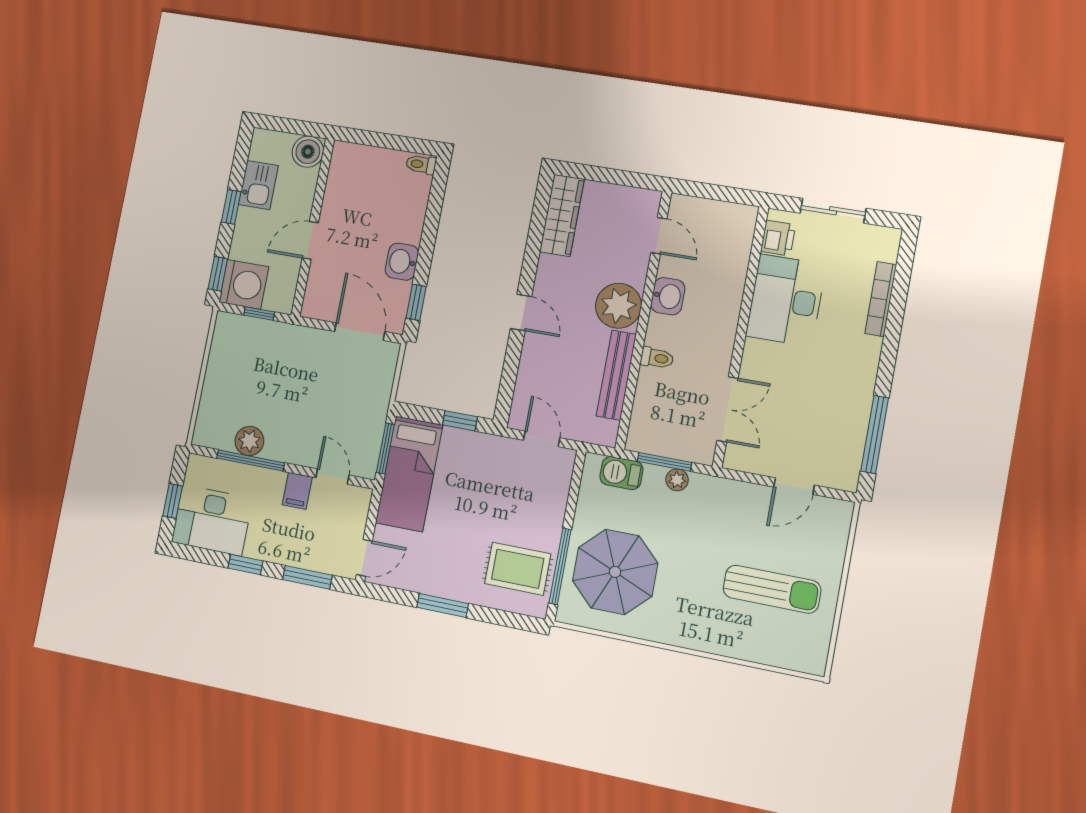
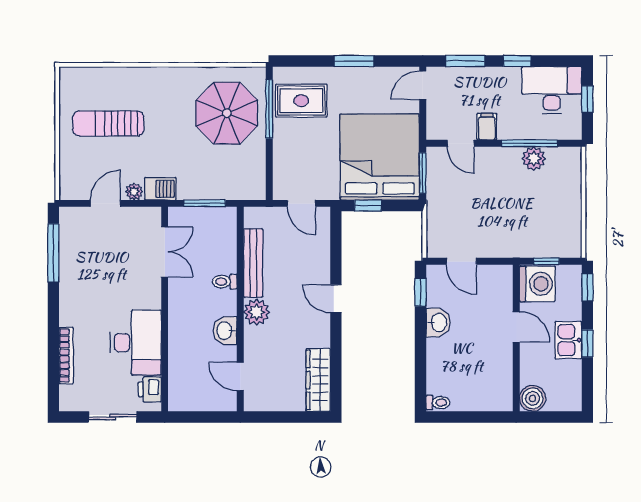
kitchen sink: (258, 185) -> (568, 340), moved
door: (310, 240) -> (516, 327), hinge flipped
washing machine: (244, 284) -> (537, 284), moved, turned 180
plant: (618, 306) -> (257, 312), width x0.73, depth x0.73
door: (360, 332) -> (461, 261), width x0.73
double door: (728, 409) -> (165, 252), swing flipped
barbecue: (621, 473) -> (160, 189), moved
bed: (409, 474) -> (380, 157), width x2.04
plant: (677, 480) -> (134, 192), moved

